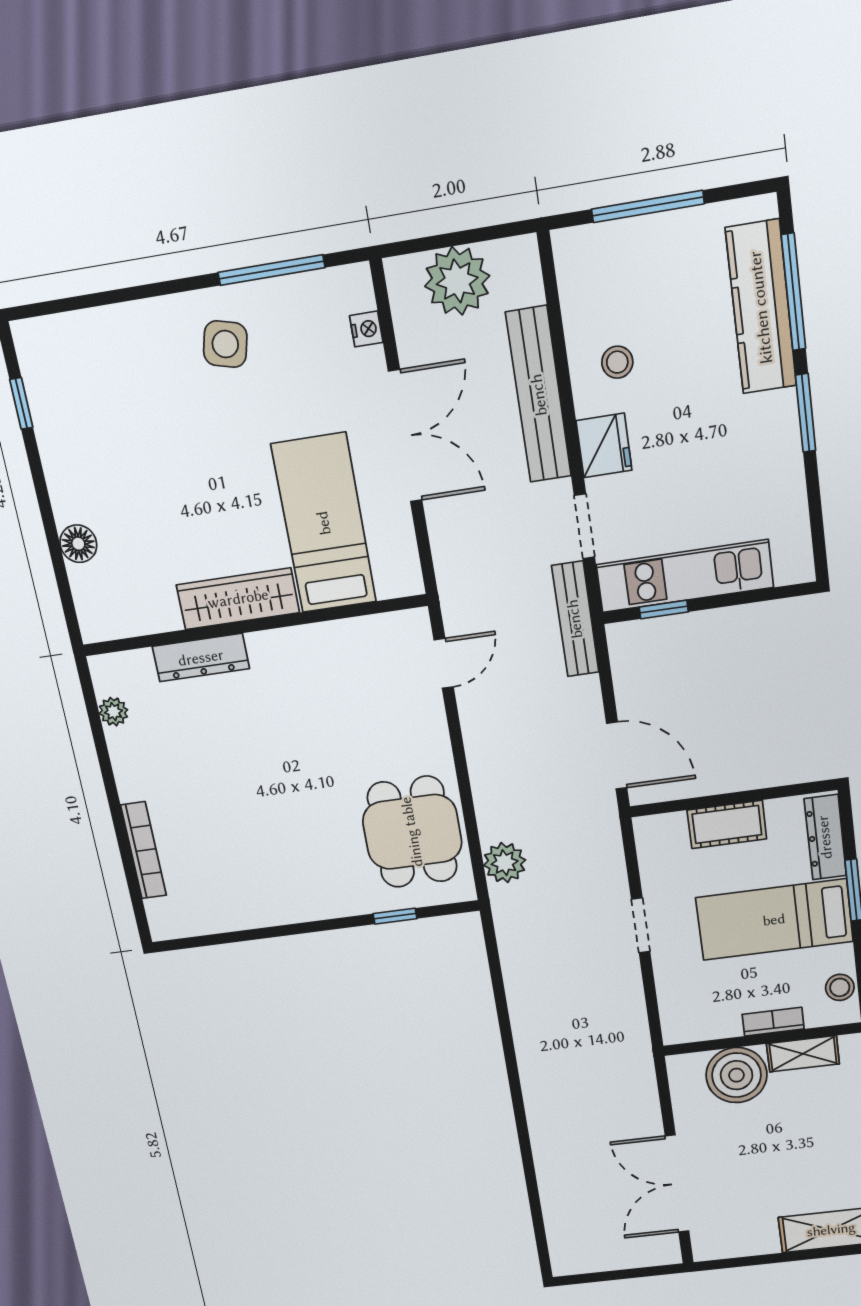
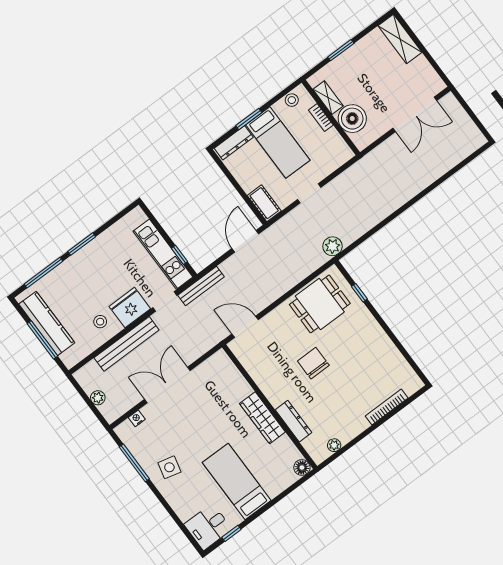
plant: (457, 281) -> (98, 398), width x0.53, depth x0.53
kitchen counter: (761, 307) -> (47, 323), moved, turned -90
desk: (57, 360) -> (208, 527), added
fridge: (604, 445) -> (130, 308), width x1.36, depth x1.34
bed: (324, 523) -> (237, 482), moved, turned 90
floor lamp: (78, 544) -> (302, 468), moved
door: (444, 663) -> (245, 327), width x1.38
chair: (300, 758) -> (313, 363), added
cot: (727, 824) -> (264, 203), moved
plant: (505, 863) -> (332, 246), moved

